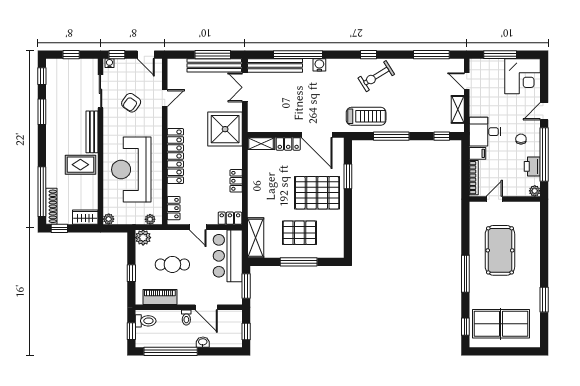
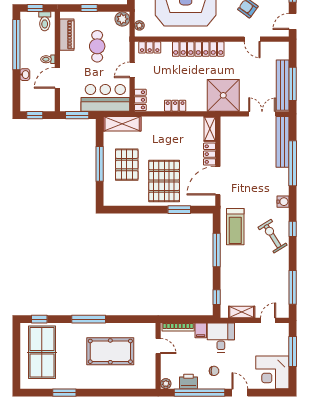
water cooler: (319, 65) -> (283, 202), moved

